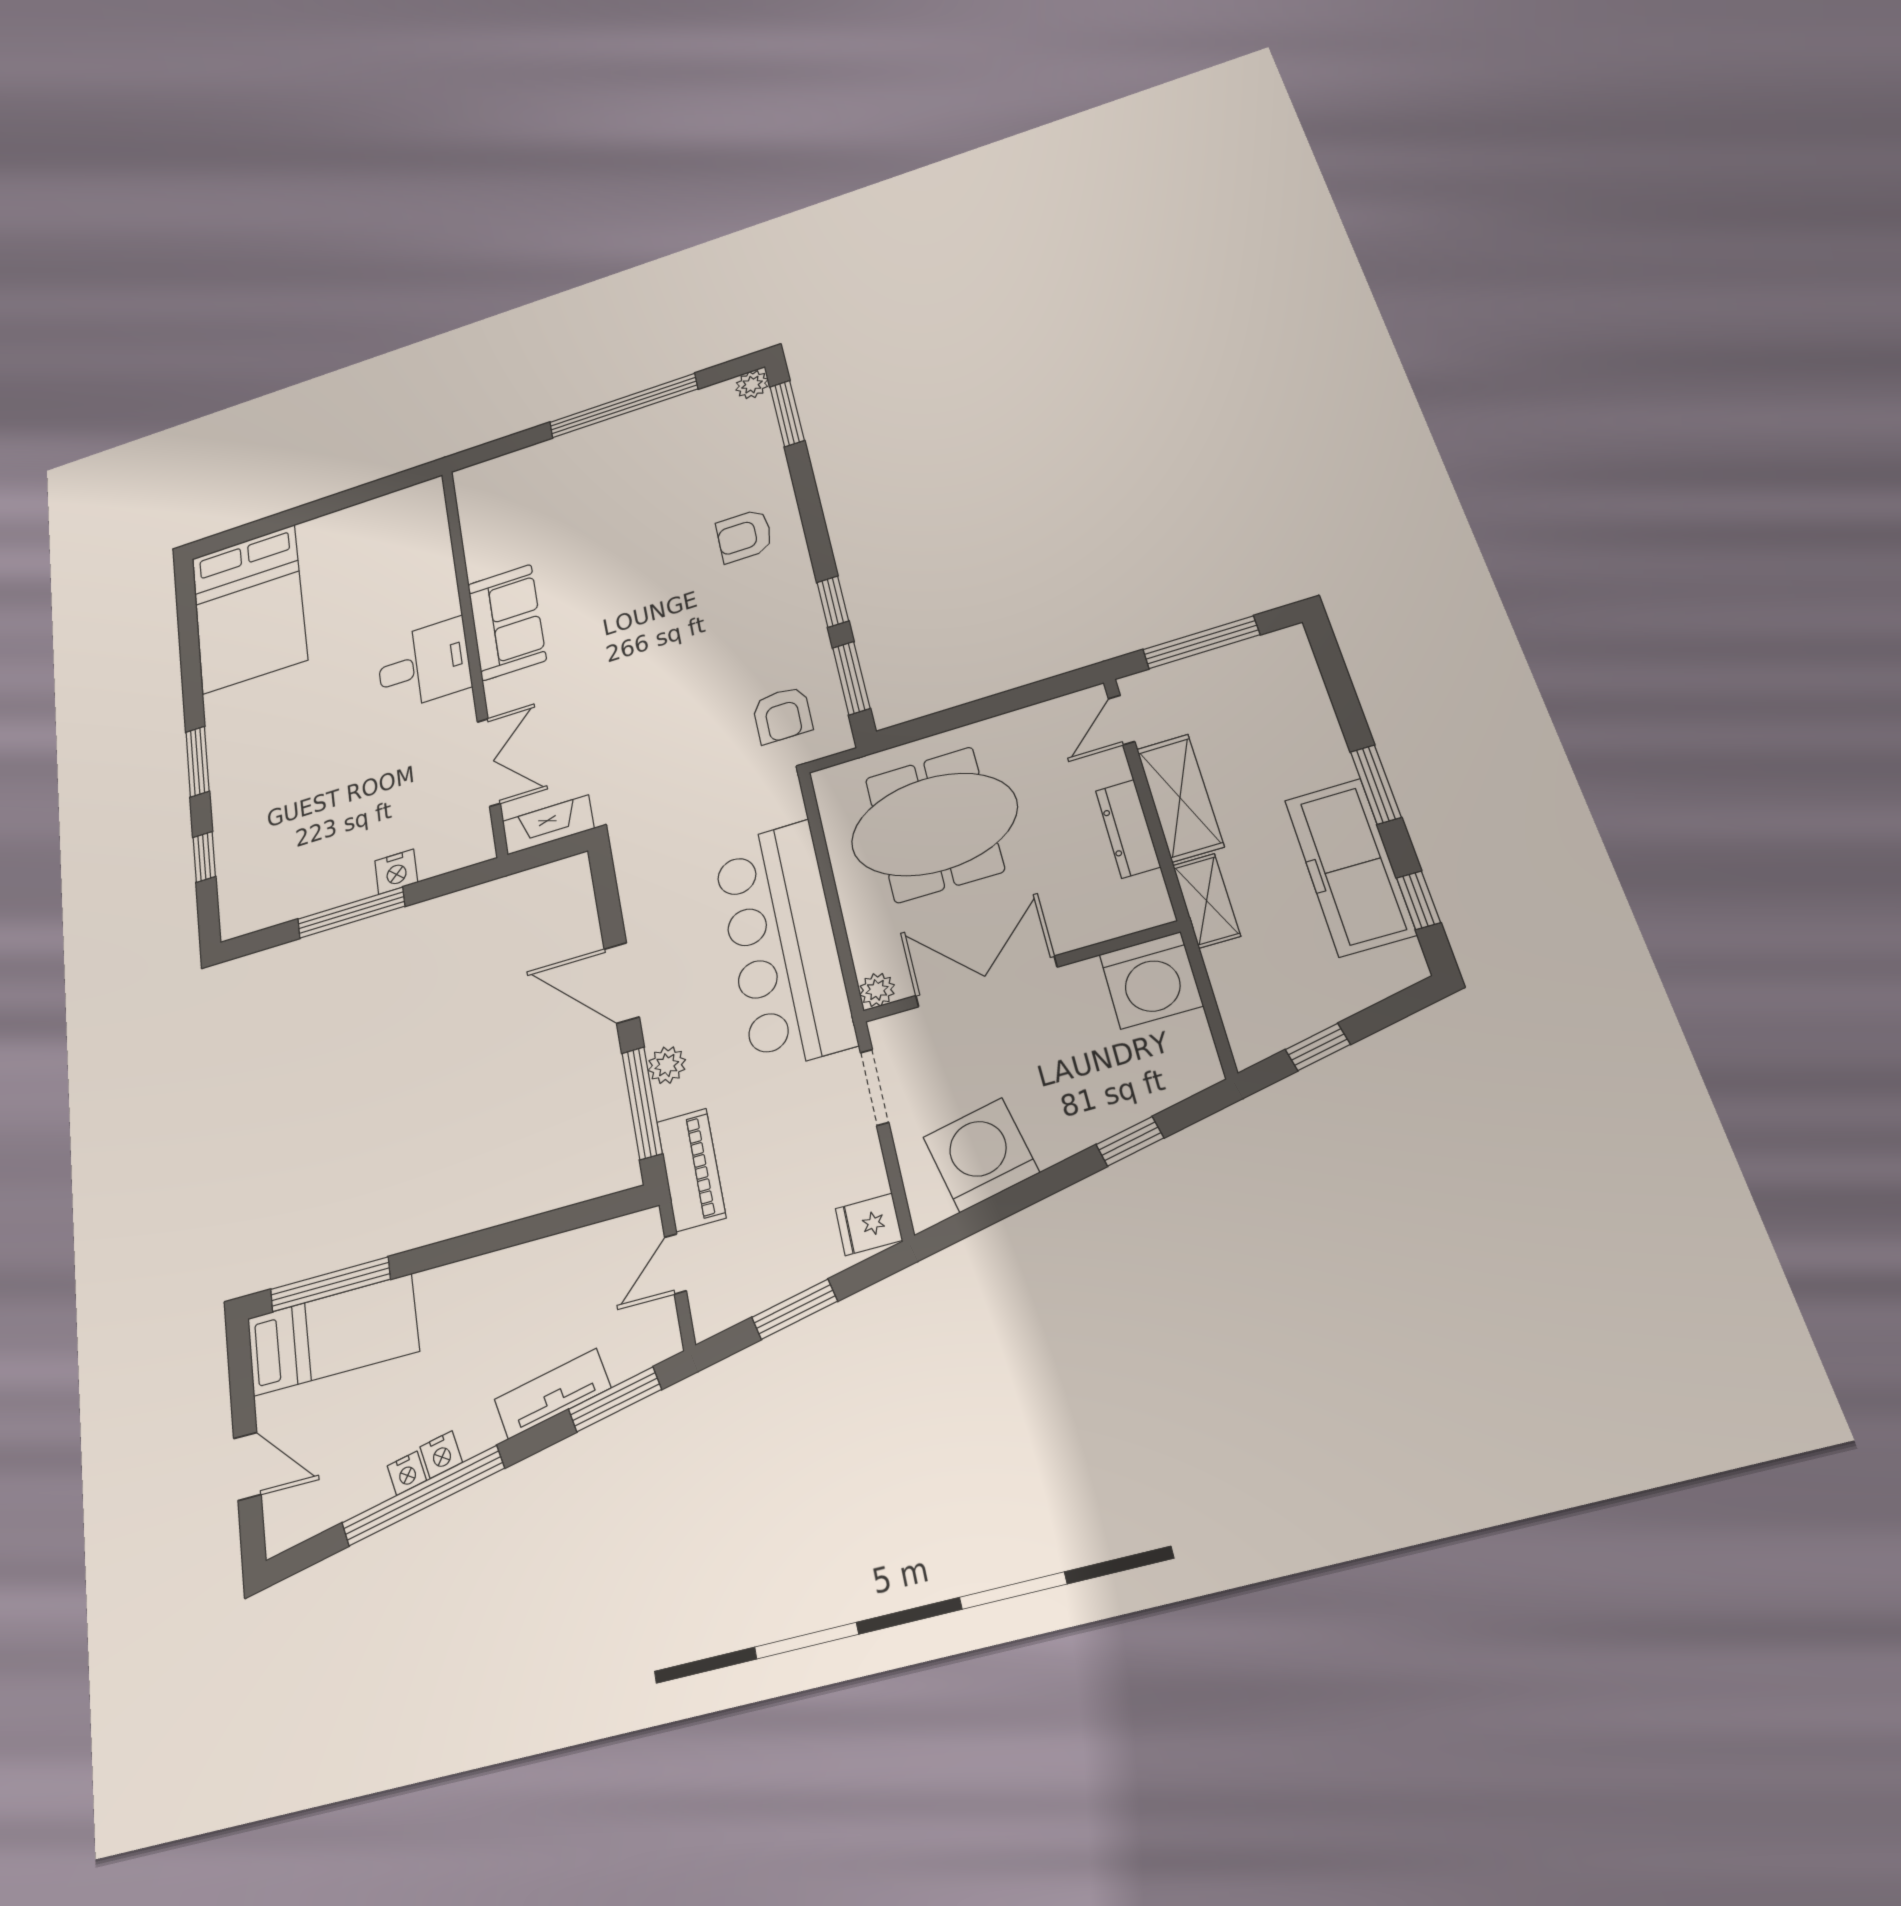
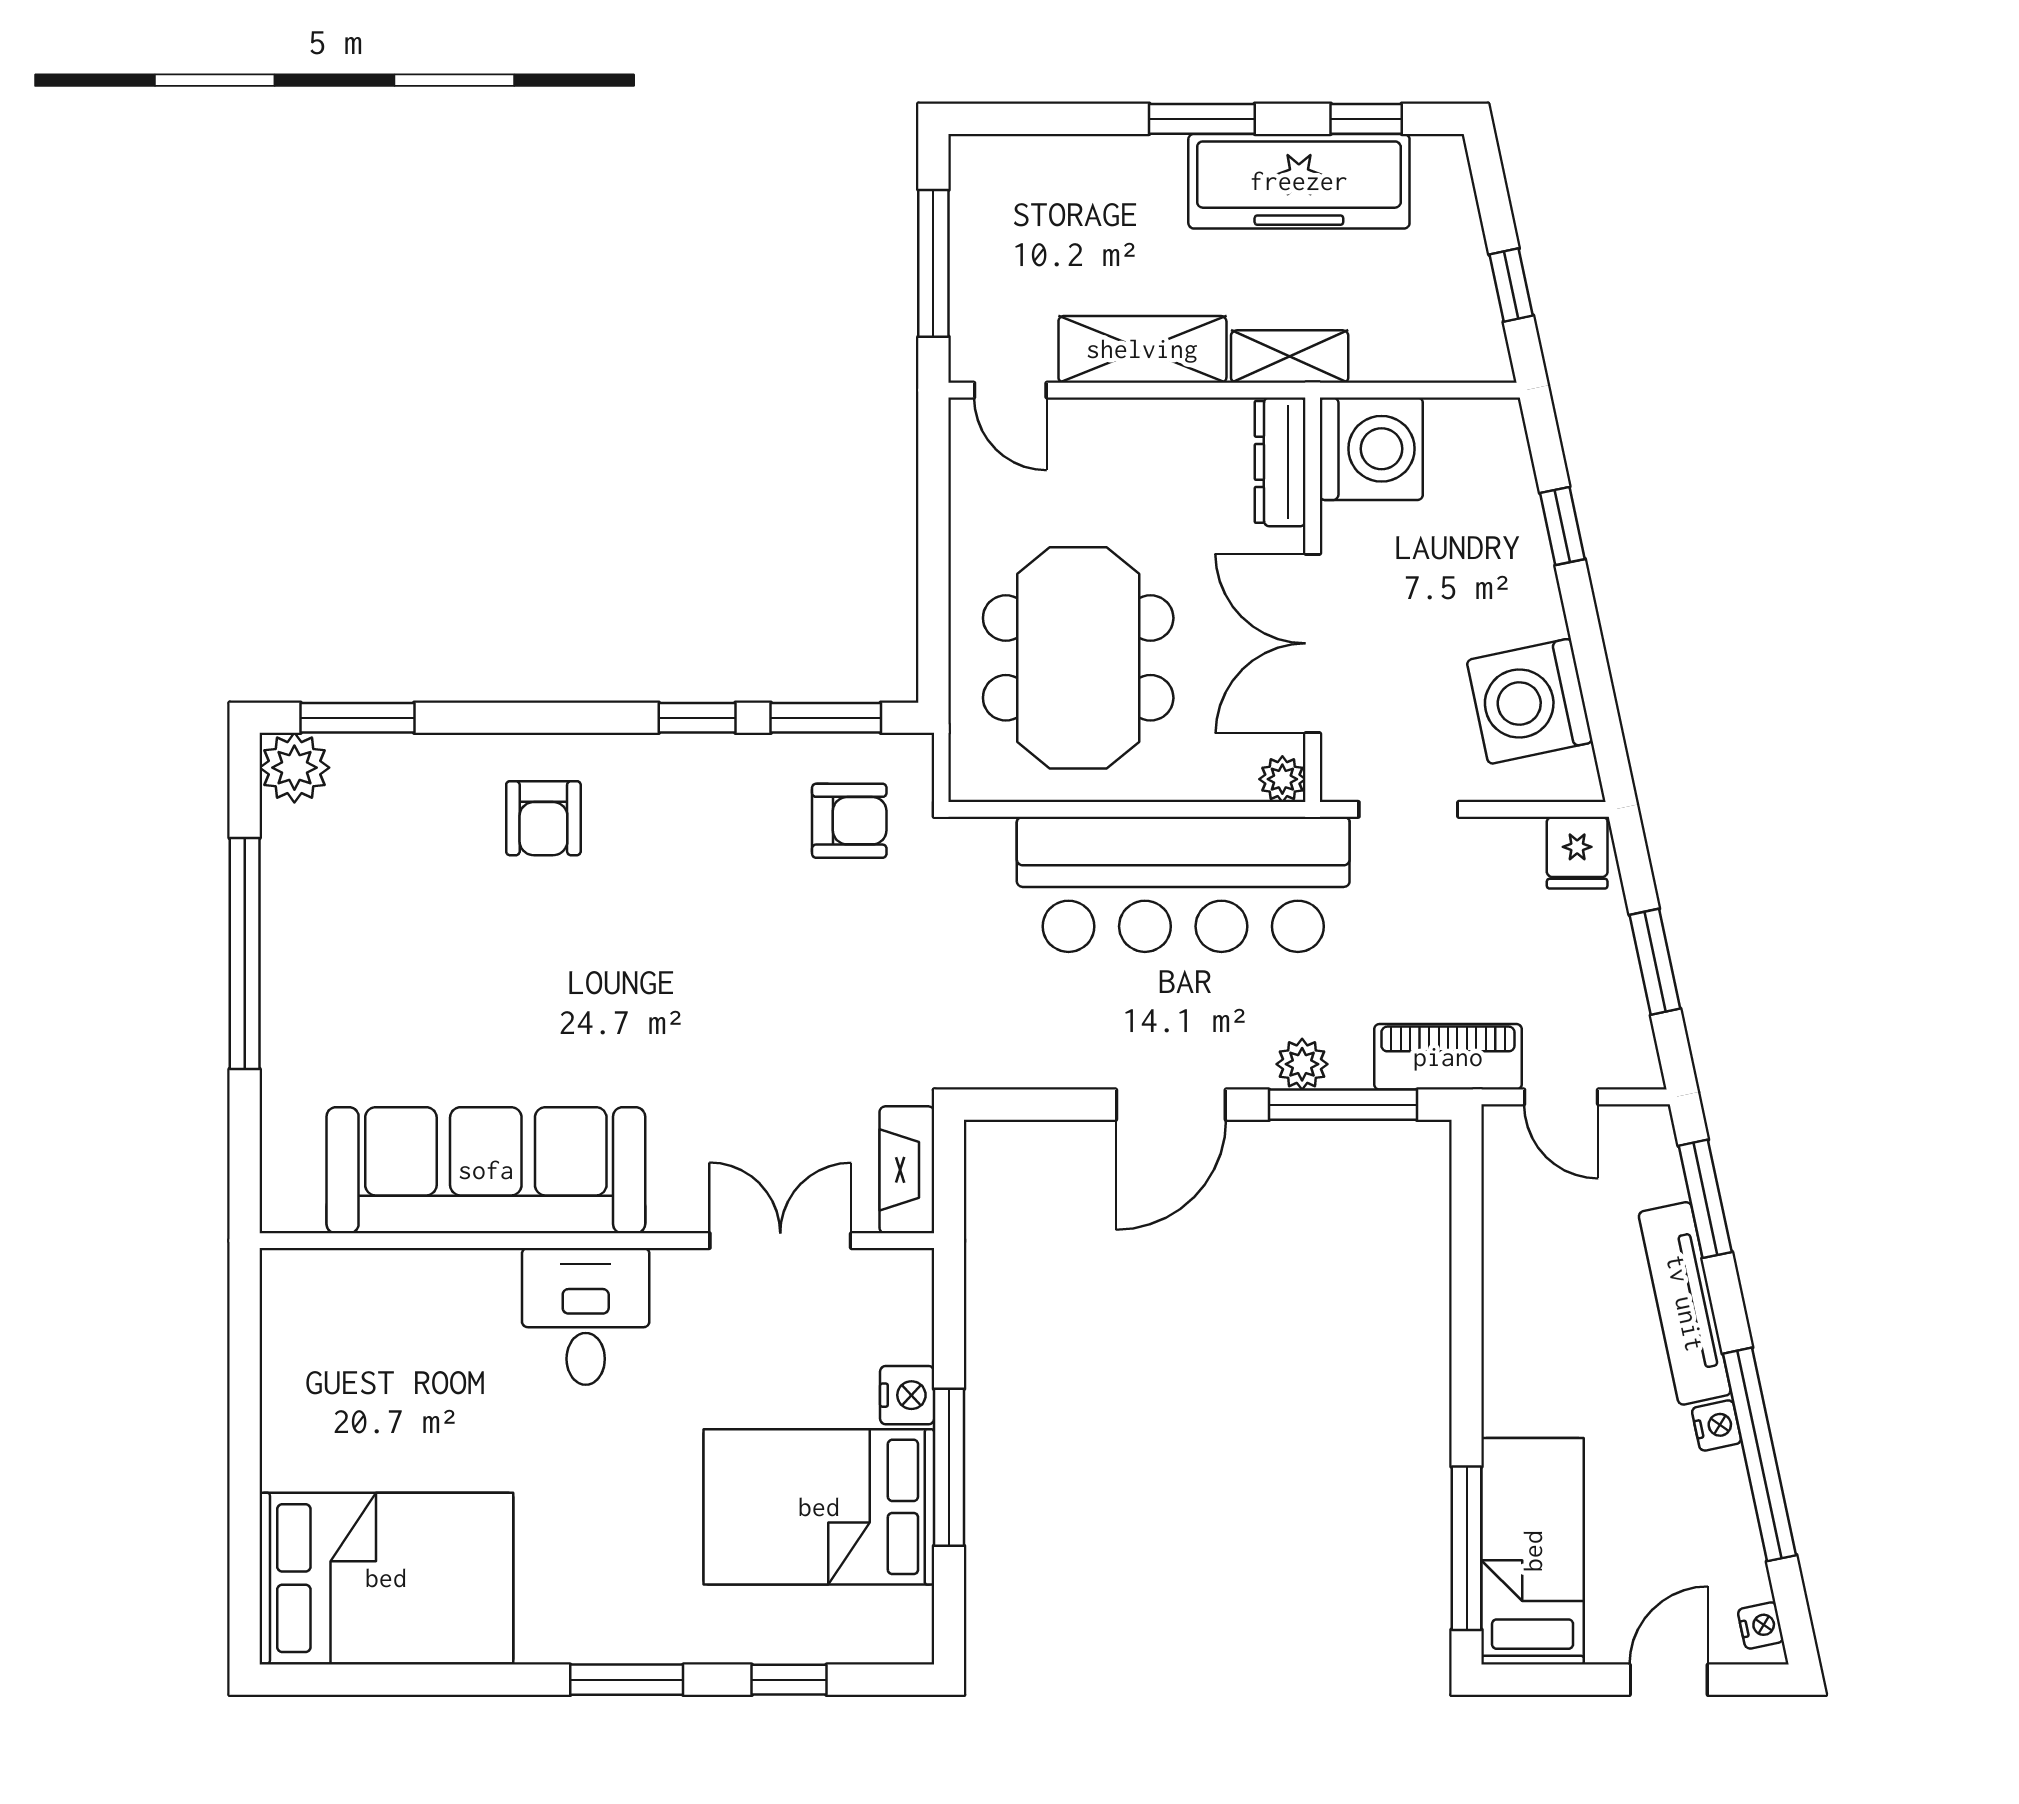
plant: (752, 385) -> (294, 768), width x1.38, depth x1.38
sofa: (507, 622) -> (486, 1170), width x1.85, depth x1.27
dresser: (1128, 829) -> (1280, 462), moved, turned 90
bed: (317, 840) -> (819, 1507), added
tv unit: (552, 1394) -> (1685, 1303), width x1.41
nightstand: (407, 1473) -> (1761, 1625), moved

